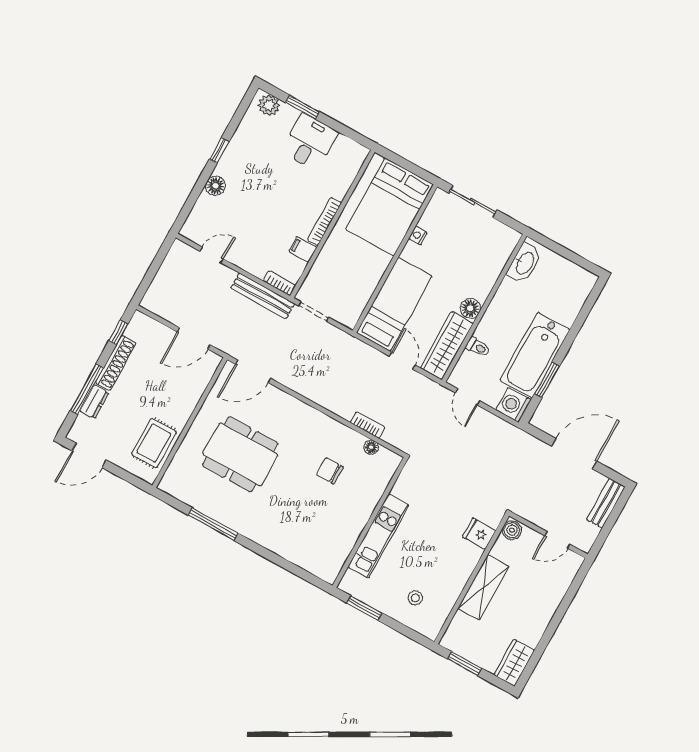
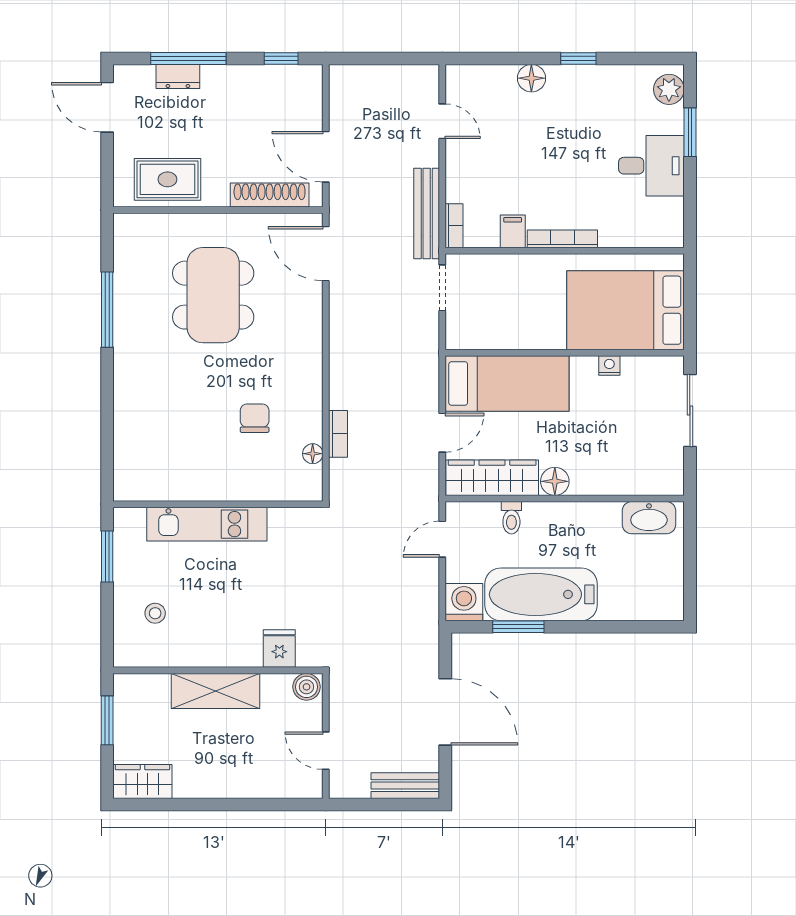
shoe rack: (116, 363) -> (270, 195), moved, turned 180

